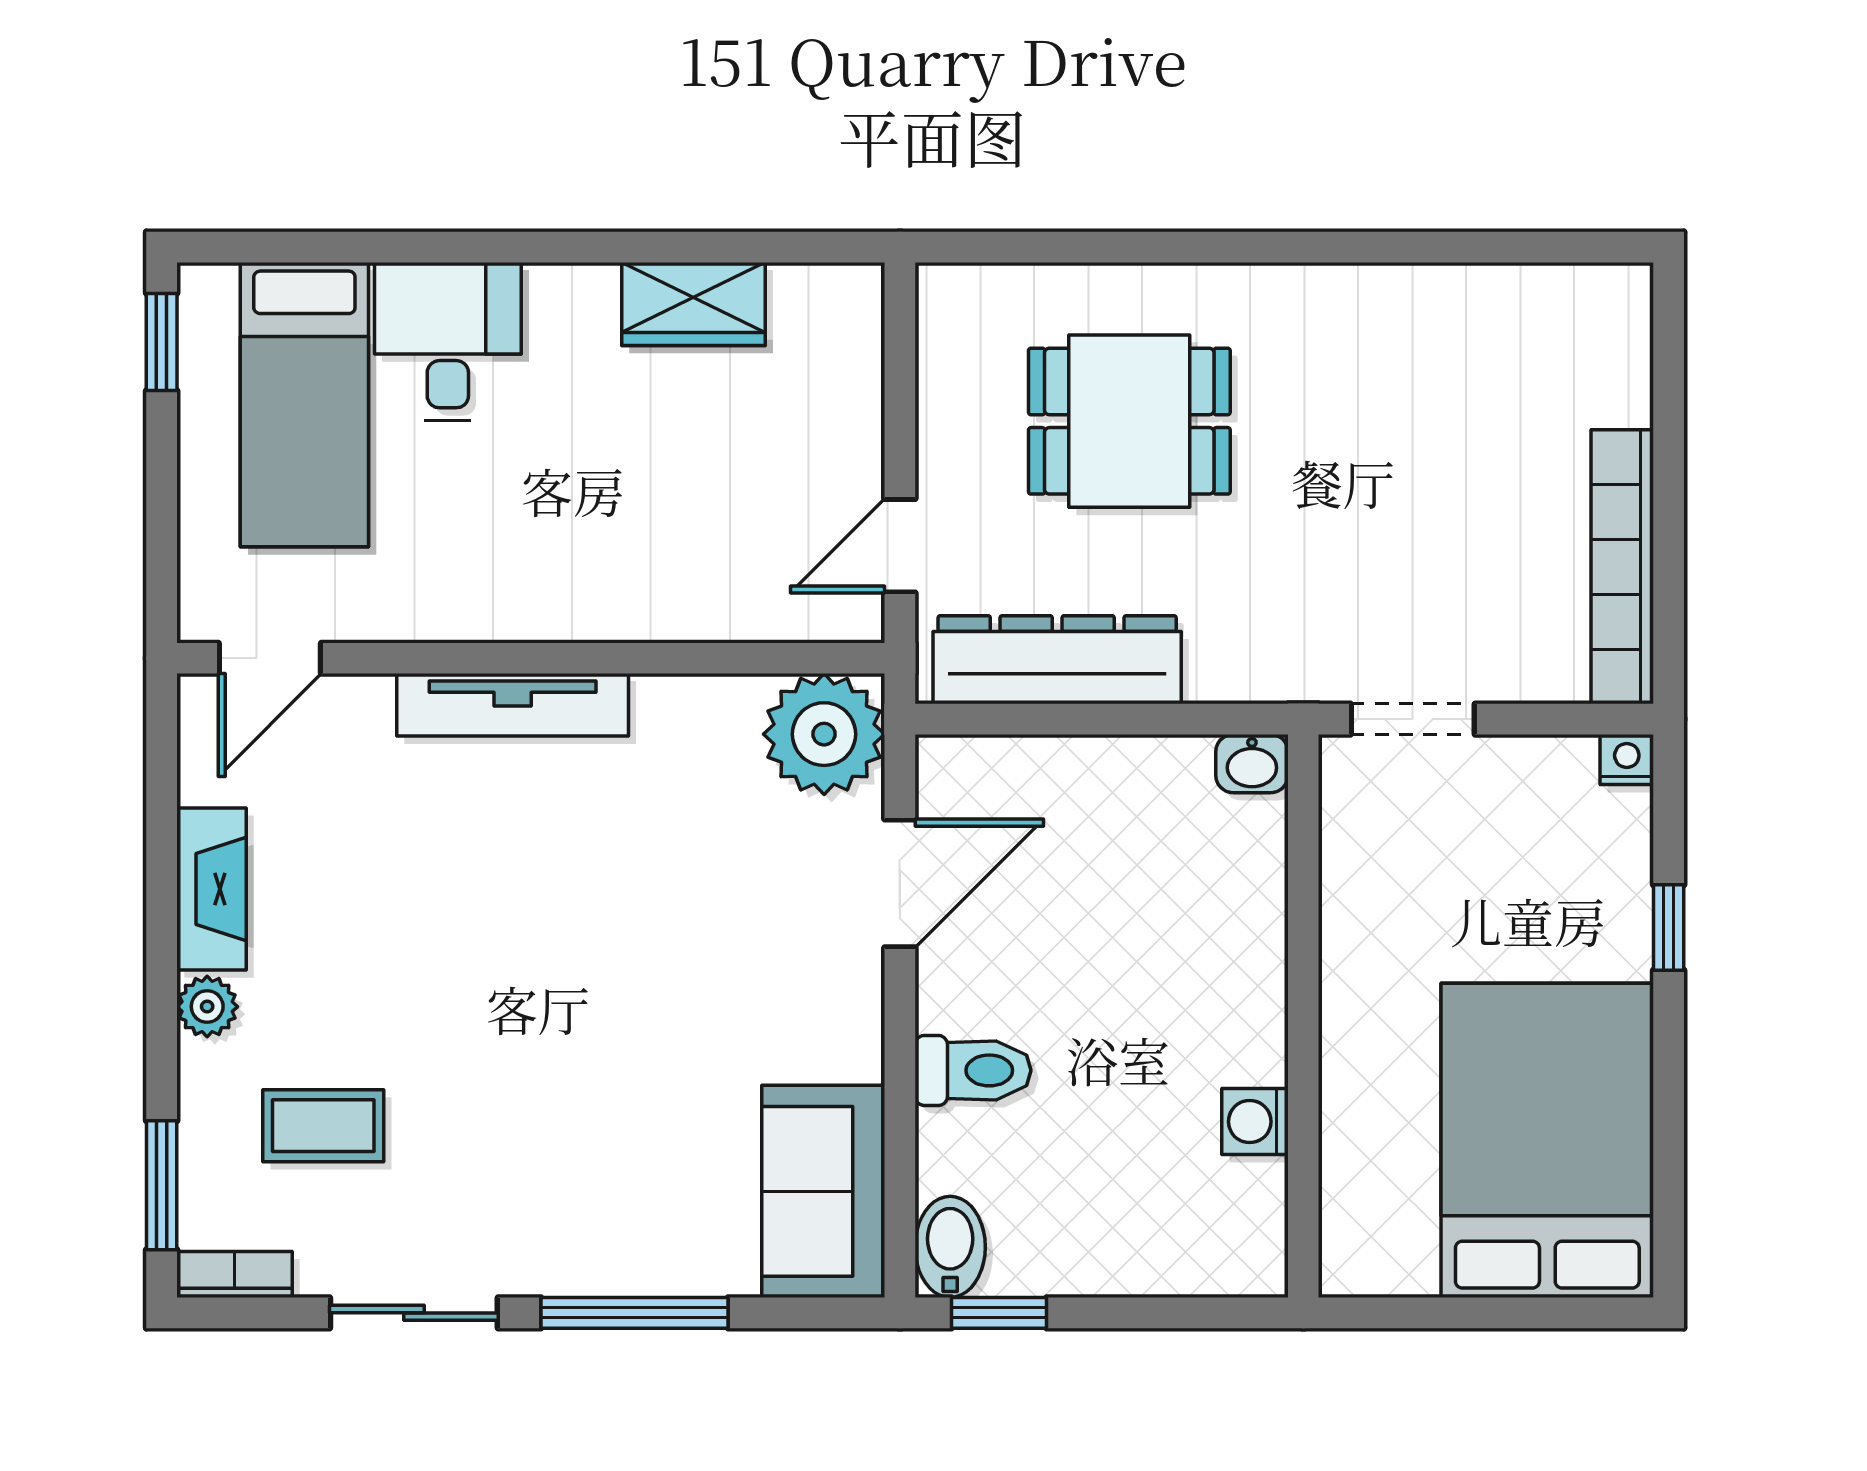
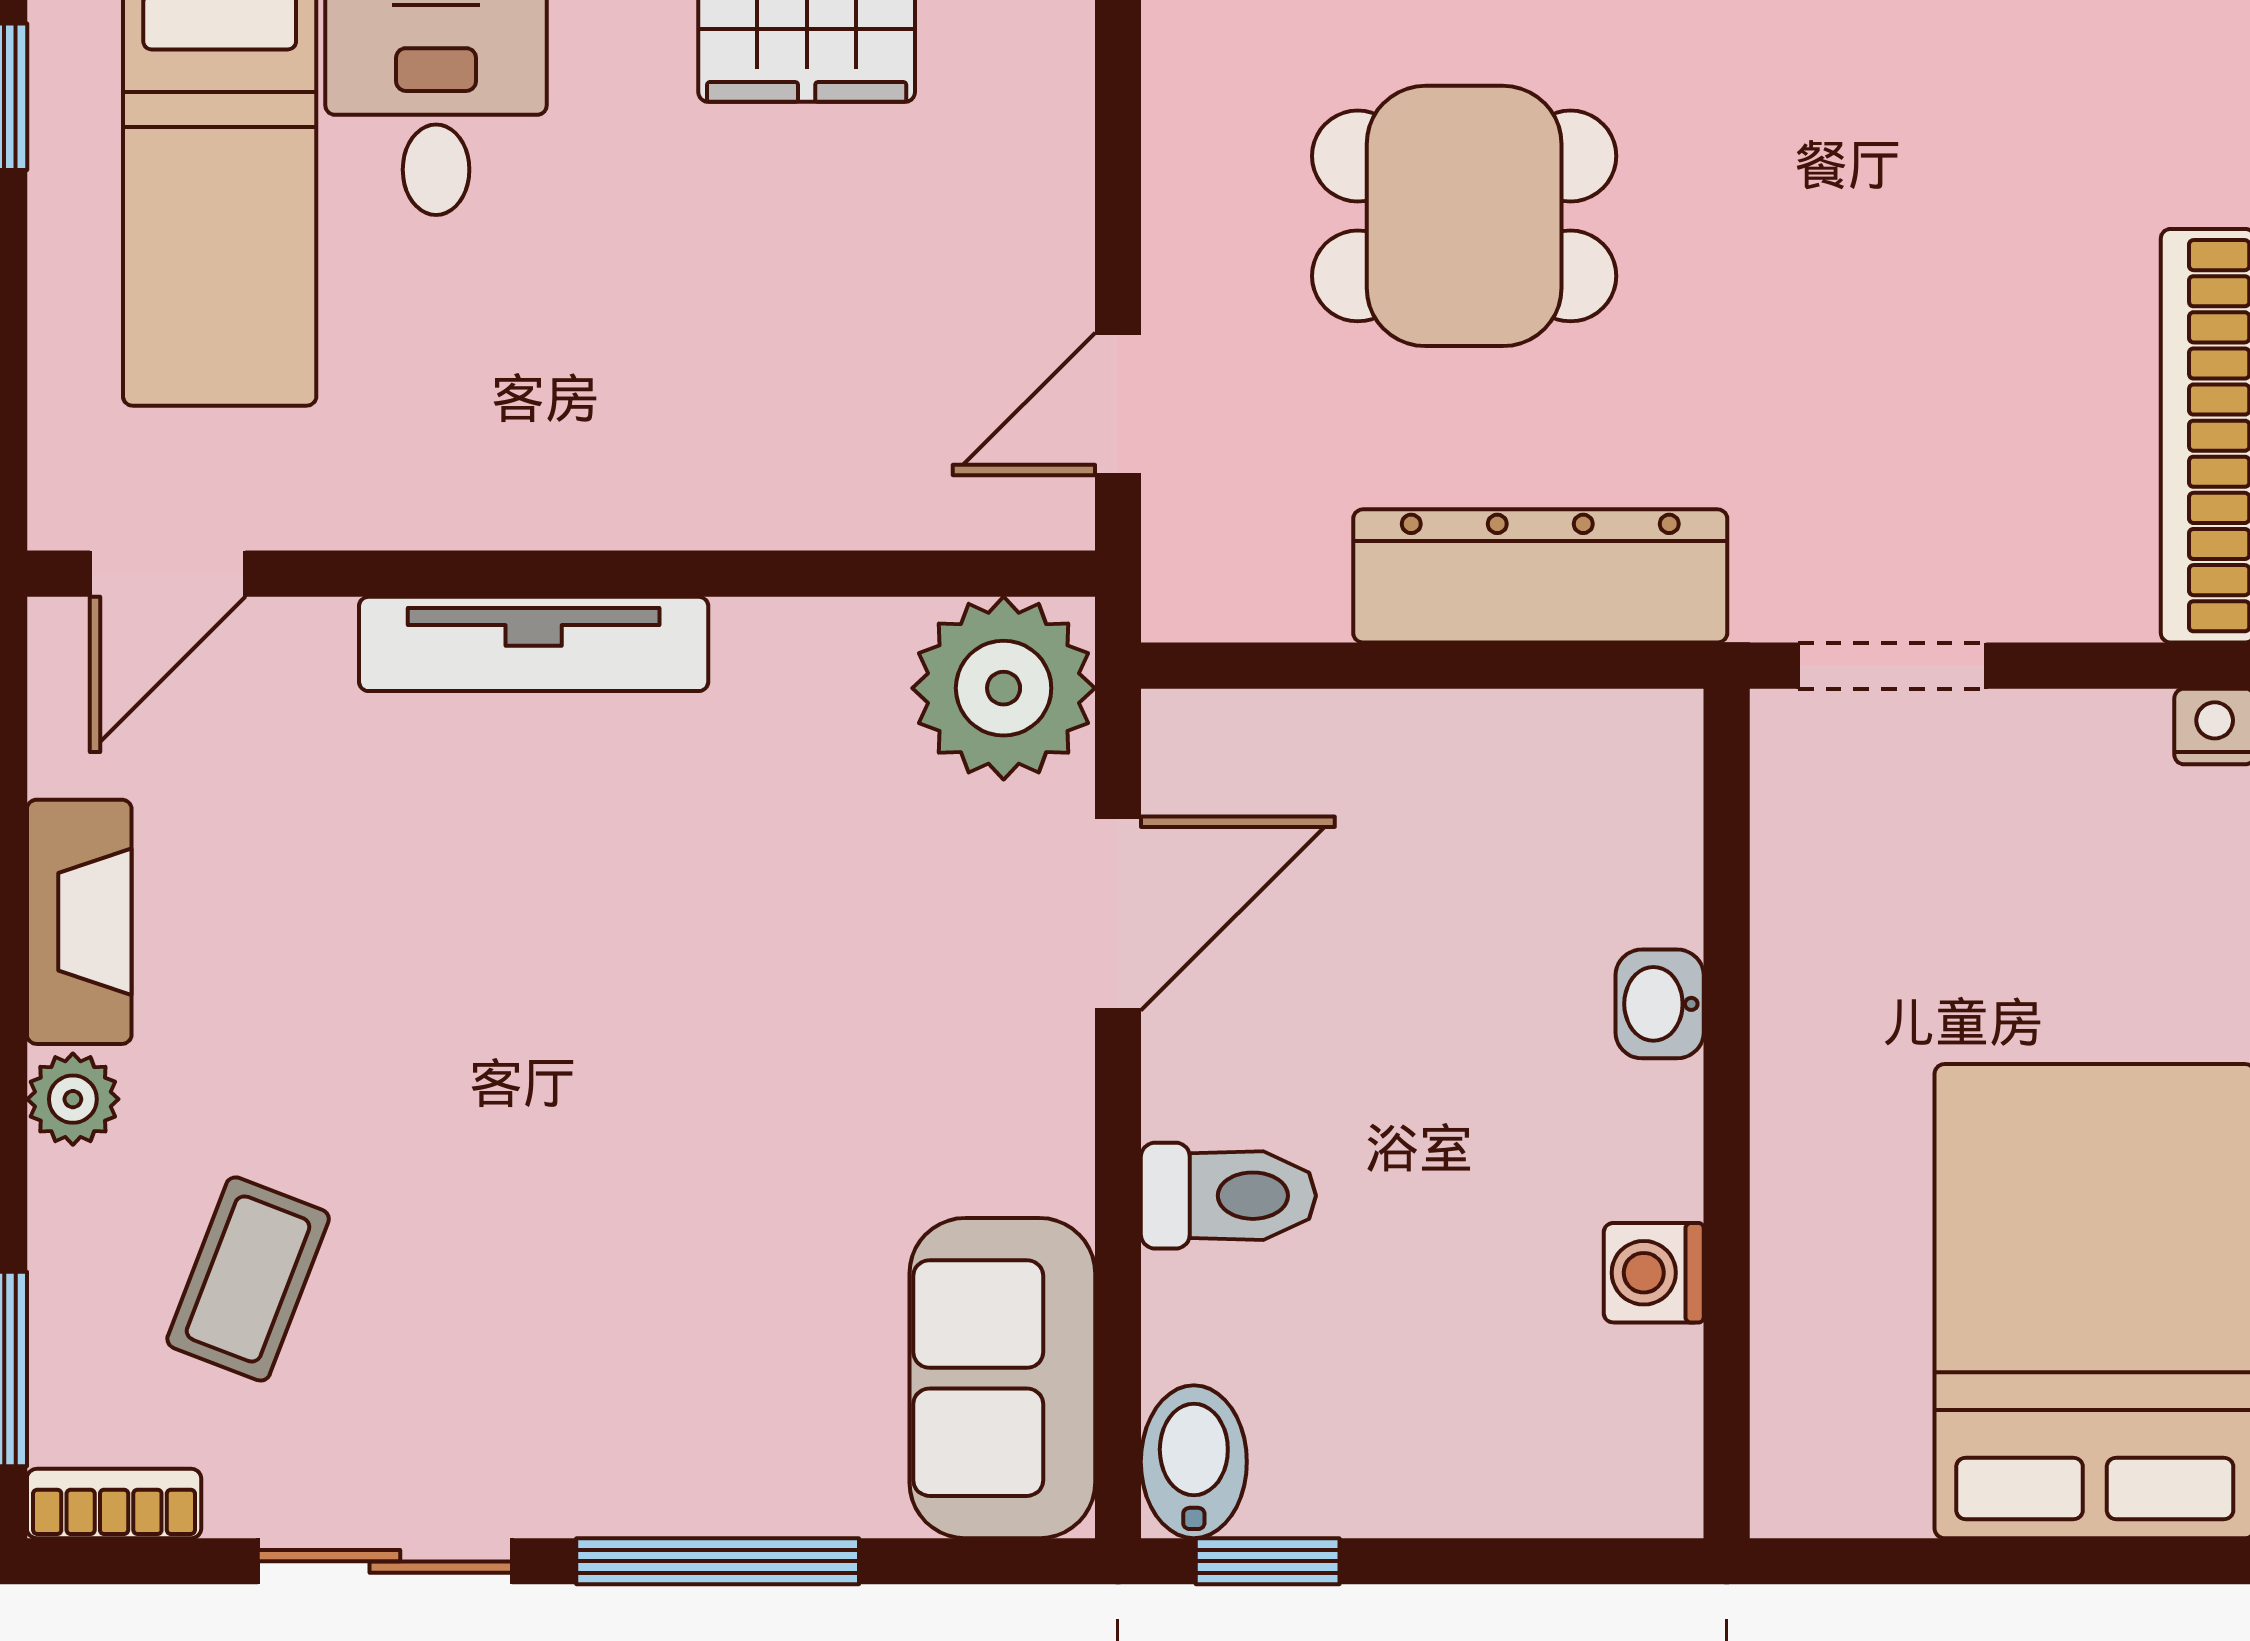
dresser: (1057, 660) -> (1540, 576), moved
washbasin: (1252, 764) -> (1660, 1004), moved, turned 90
coffee table: (323, 1126) -> (248, 1279), turned -69

